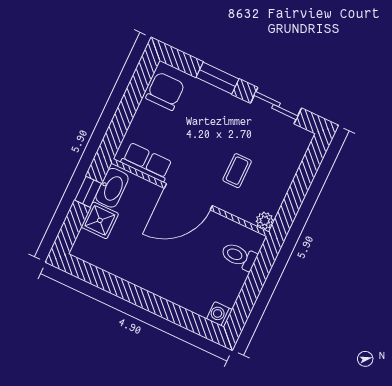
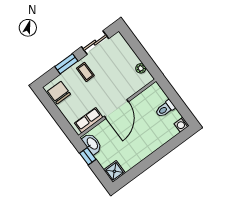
coffee table: (237, 171) -> (85, 72), moved
shower: (100, 220) -> (114, 171), moved
plant: (265, 221) -> (141, 68), moved
toilet: (239, 256) -> (165, 109), moved

